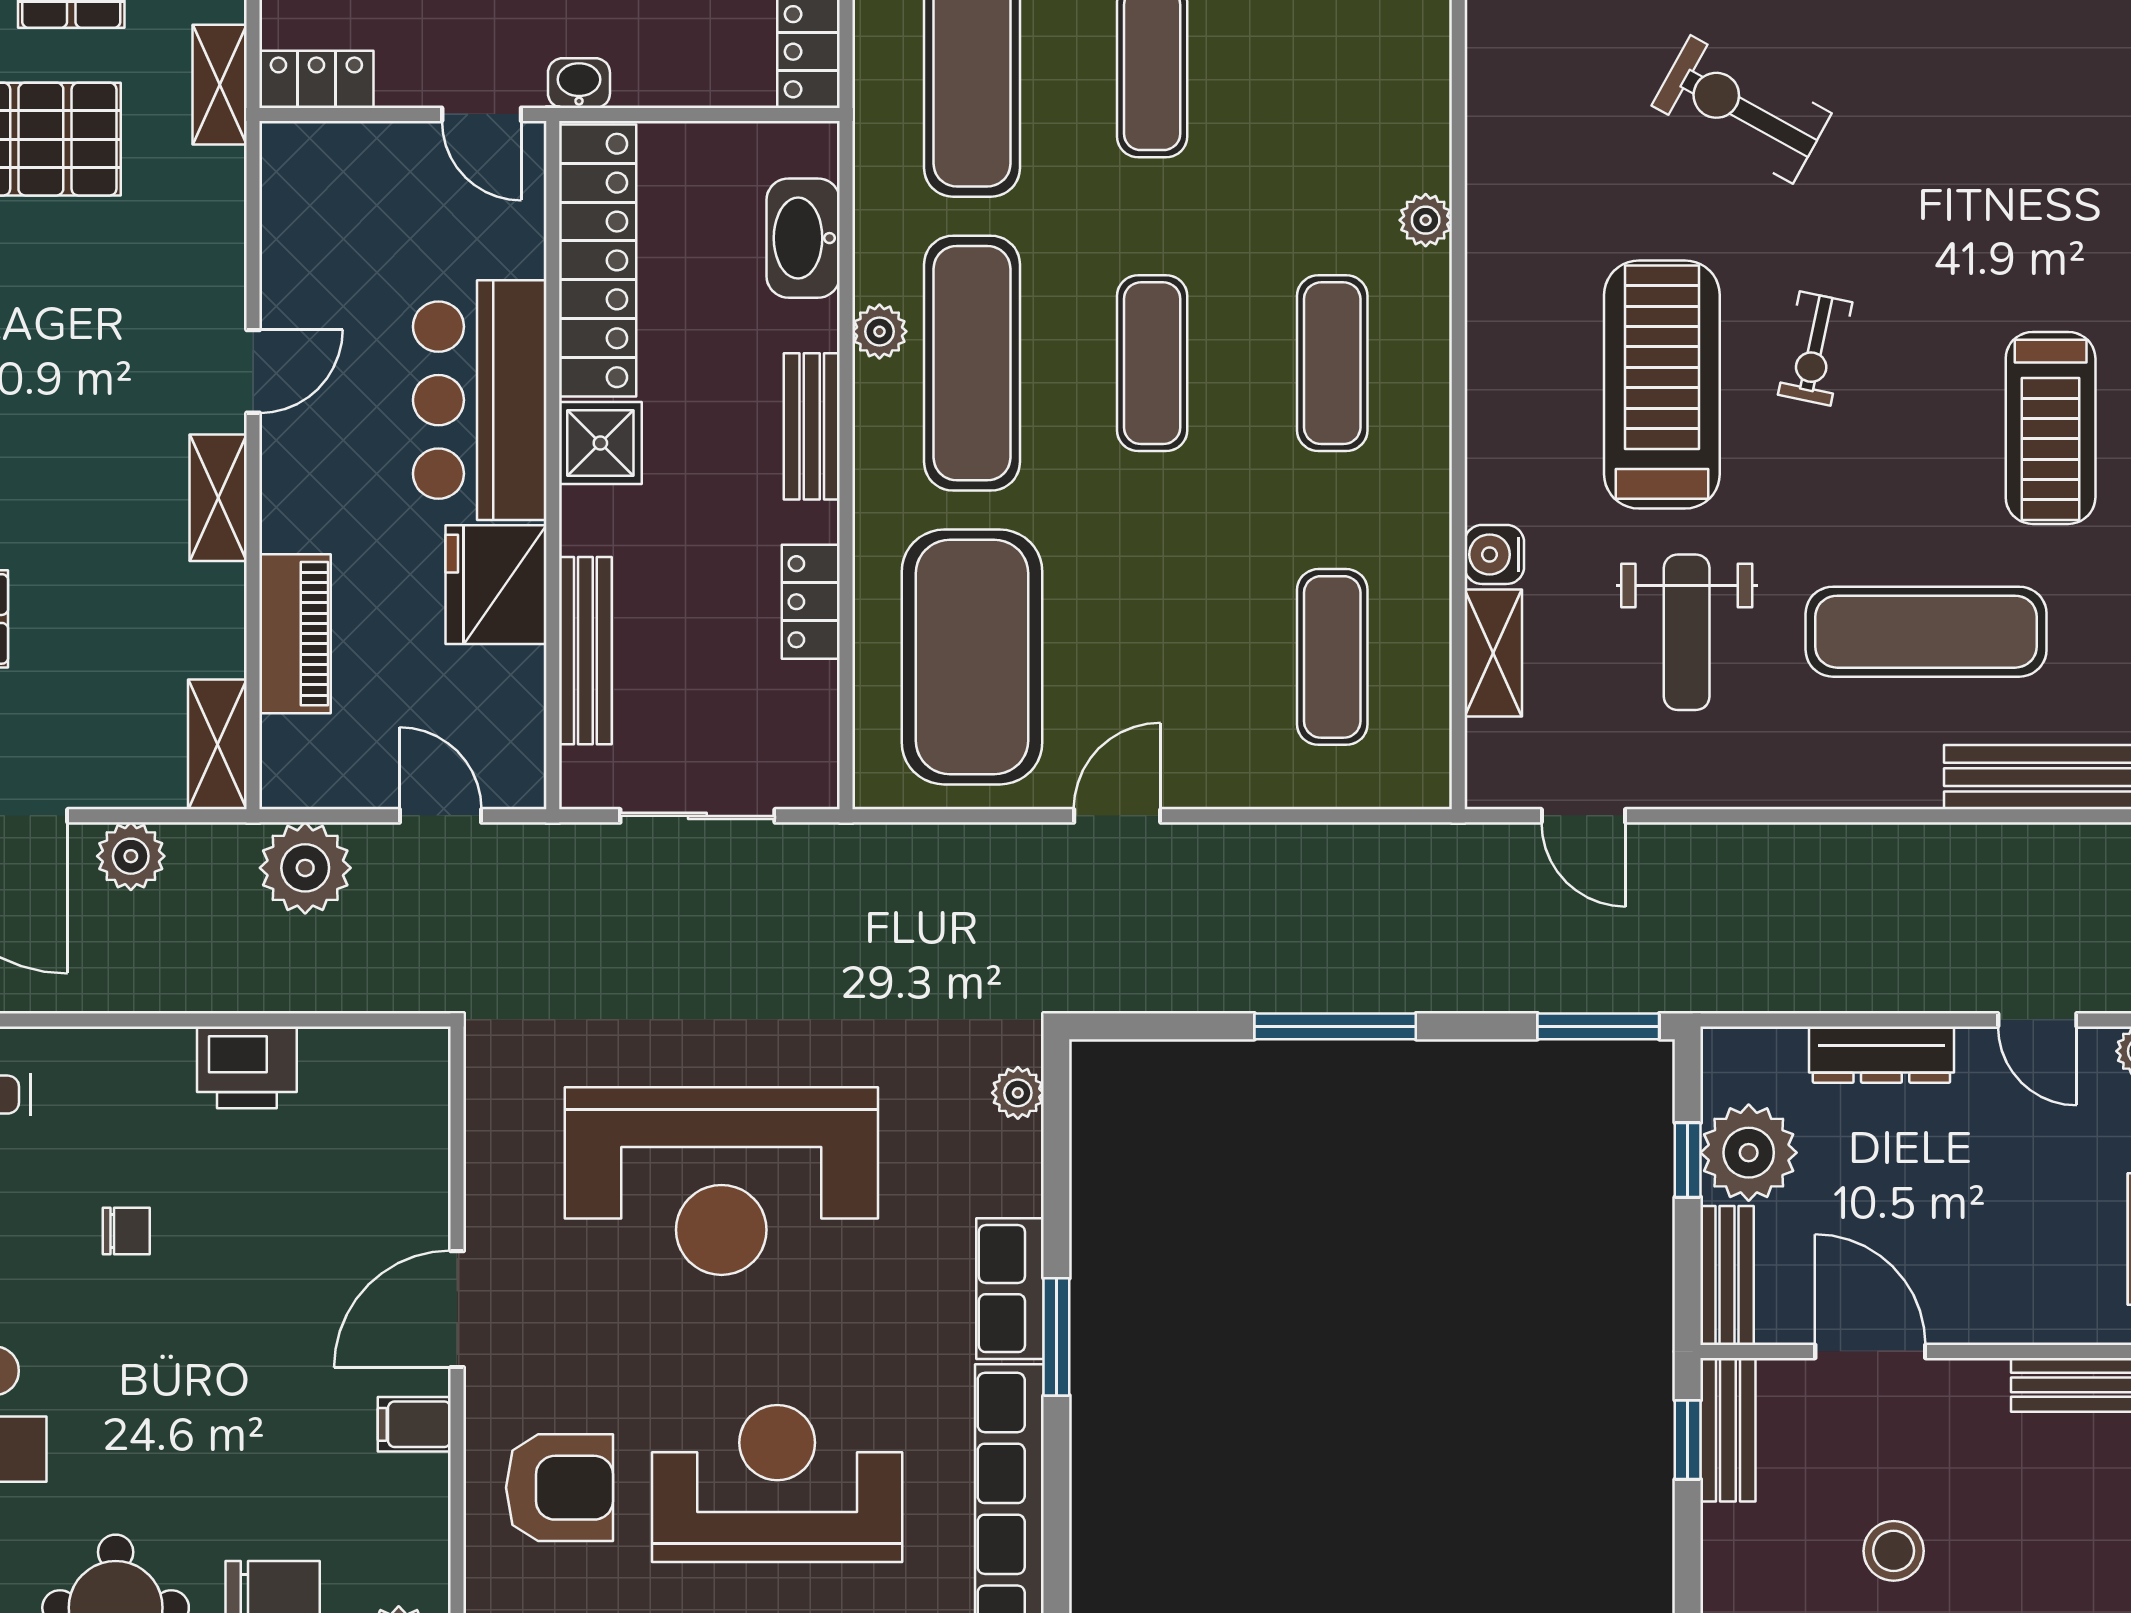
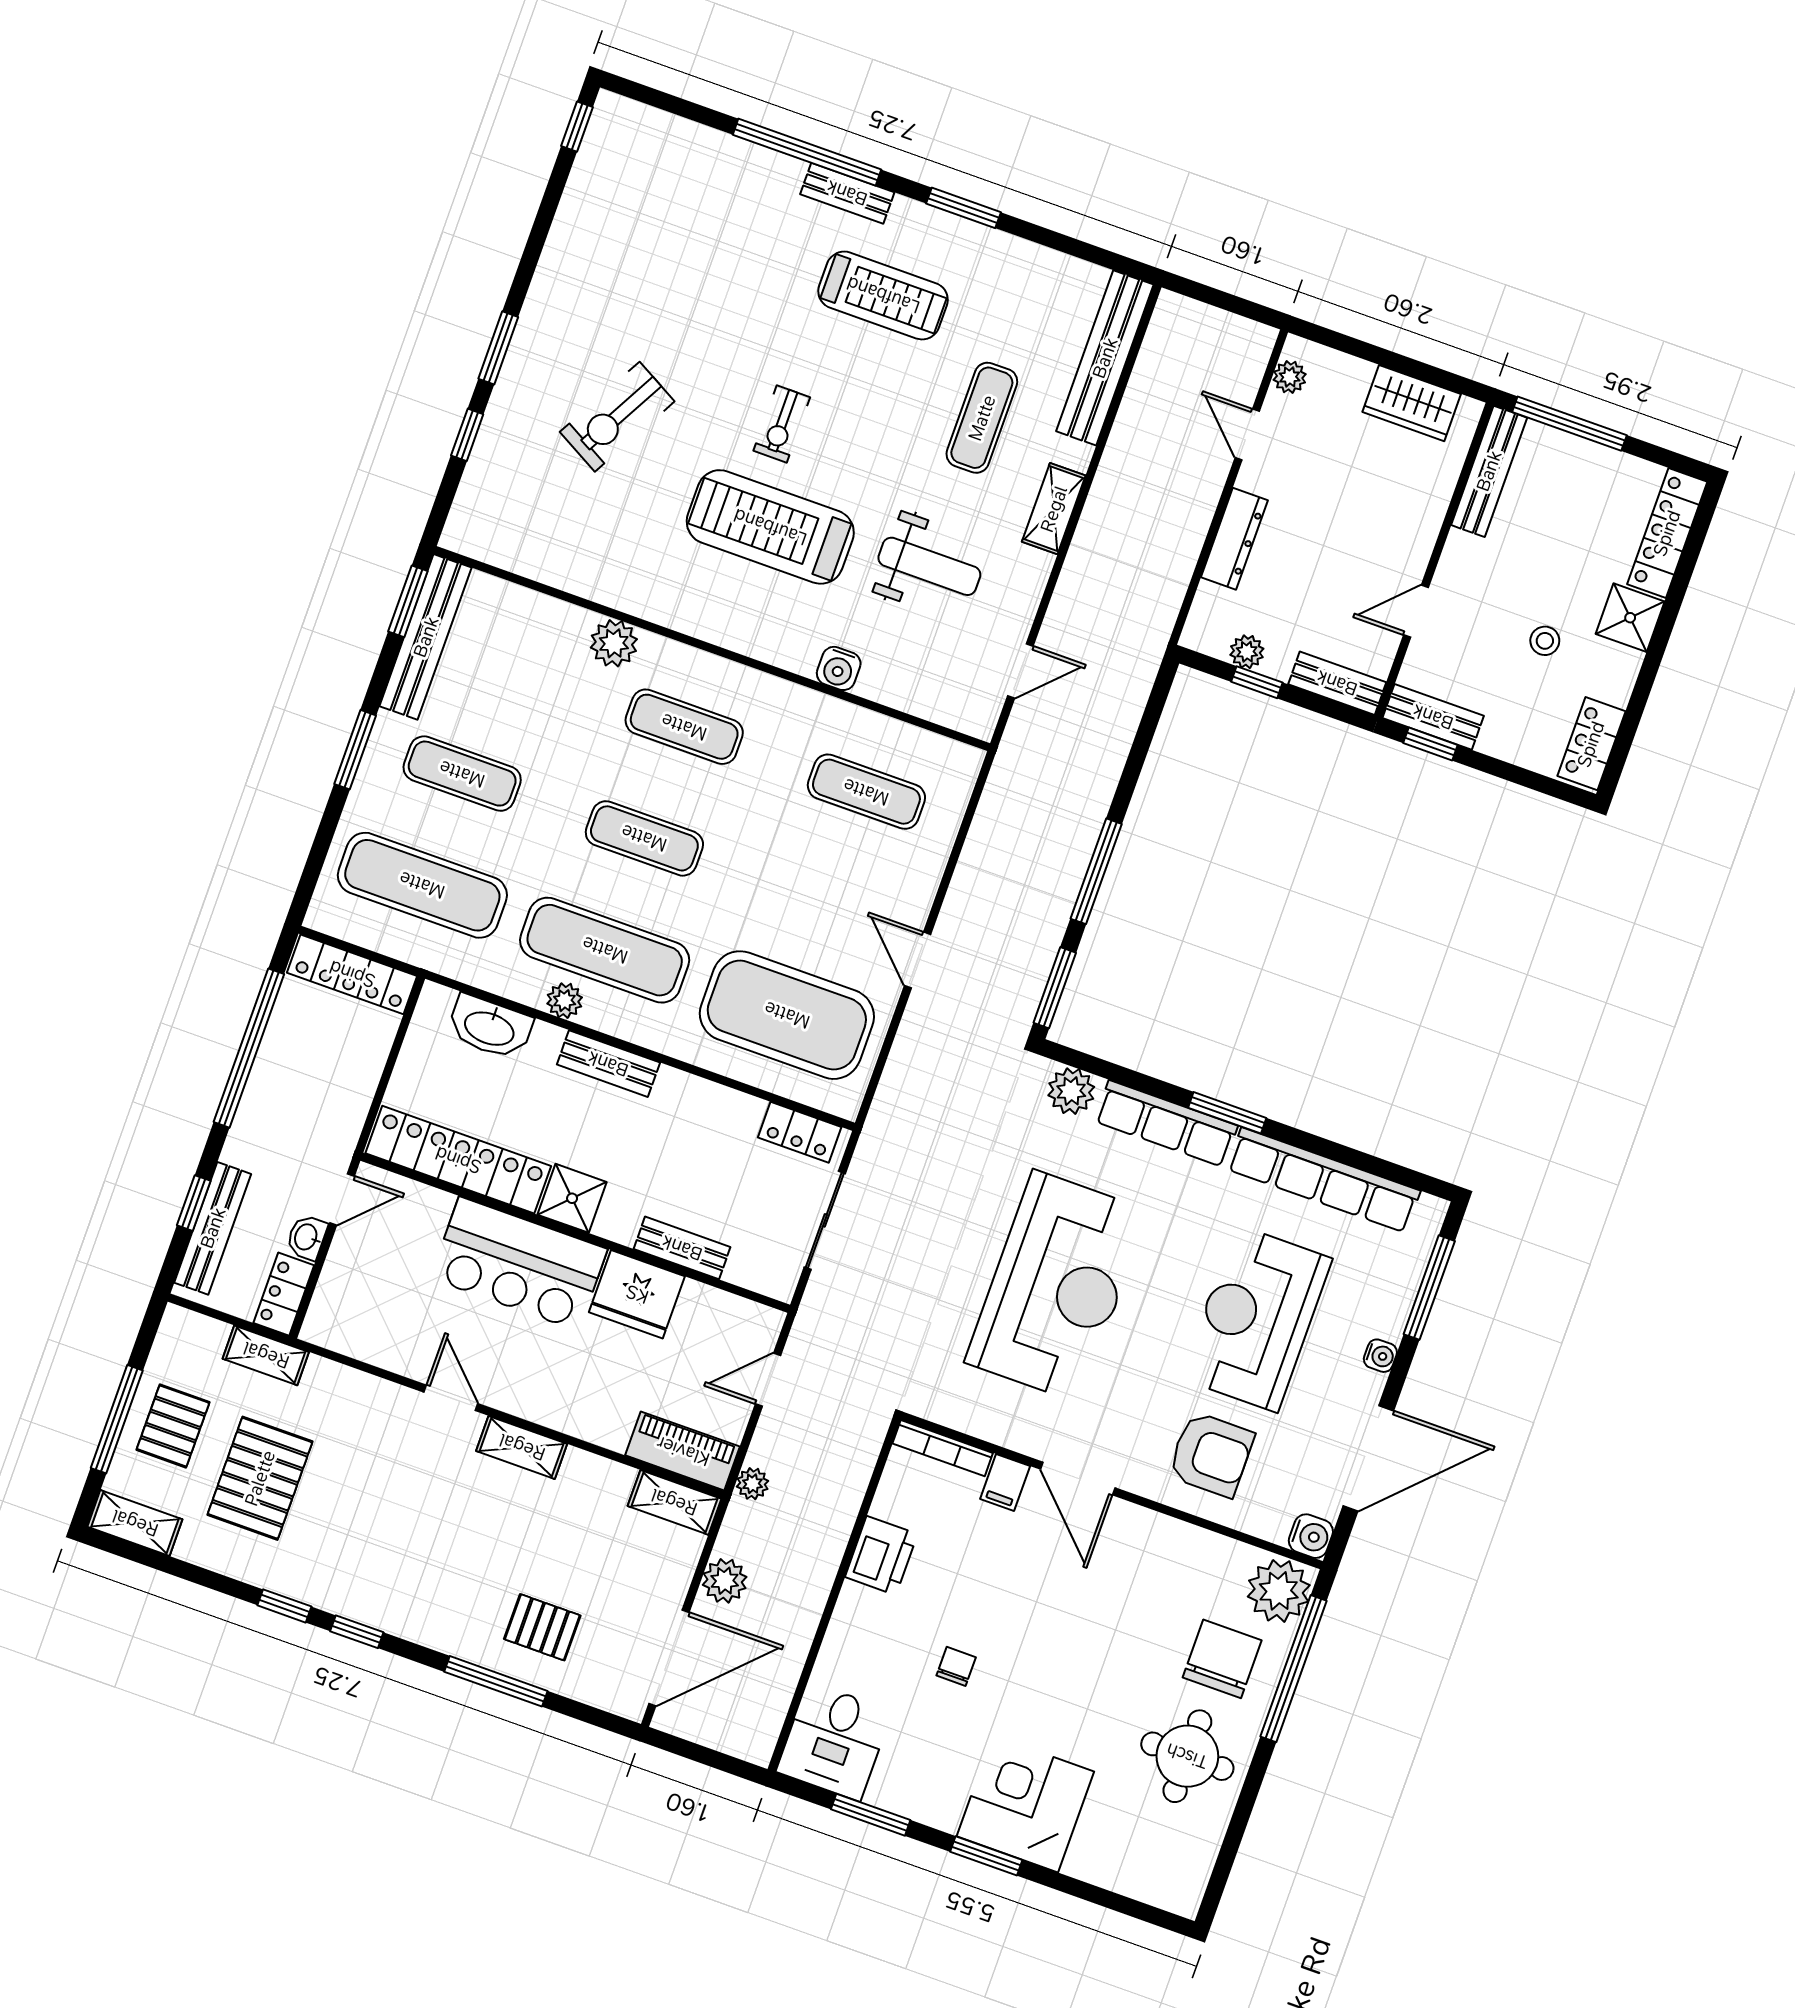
washbasin: (579, 83) -> (307, 1237), moved
plant: (1426, 220) -> (614, 643), width x1.38, depth x1.38
exercise bike: (1815, 348) -> (782, 424), turned 78
locker: (811, 602) -> (800, 1132), moved
exercise mat: (1926, 632) -> (982, 418), width x0.73, depth x0.69
piano: (295, 634) -> (683, 1451), moved
bench: (585, 651) -> (682, 1248), width x0.73
shelving: (1493, 653) -> (1054, 509), moved, turned 90
plant: (305, 868) -> (752, 1484), width x0.53, depth x0.53
door: (2037, 1020) -> (1247, 434), swing flipped
window: (1598, 1026) -> (1055, 988), moved
plant: (1018, 1093) -> (1071, 1091), width x1.38, depth x1.38
bookcase: (432, 1101) -> (943, 1448), added
plant: (1749, 1153) -> (1247, 652), width x0.53, depth x0.53
row of seats: (1010, 1289) -> (1166, 1124), width x1.48
door: (1870, 1351) -> (1416, 611), width x0.73
filing cabinet: (414, 1424) -> (1005, 1482), moved
armchair: (560, 1488) -> (1211, 1454), turned 90
stool: (1894, 1551) -> (1545, 641), width x0.73, depth x0.73

